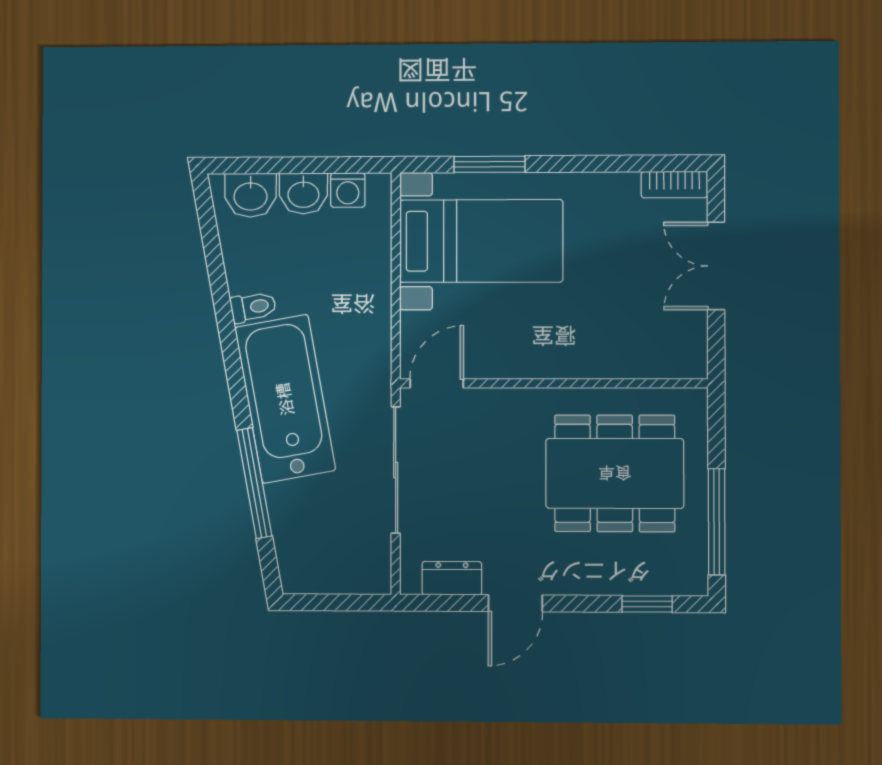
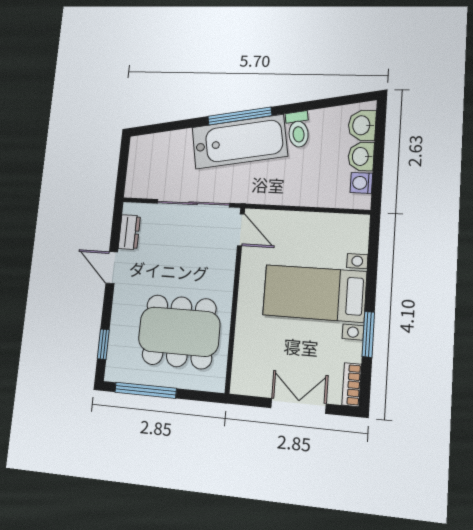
window: (490, 164) -> (368, 334), moved
bed with nightstands: (481, 241) -> (314, 293), moved, turned 90
toilet: (253, 307) -> (298, 129), width x1.37, depth x1.39
dining table: (615, 473) -> (179, 332), turned 90
window: (254, 483) -> (240, 116), moved

